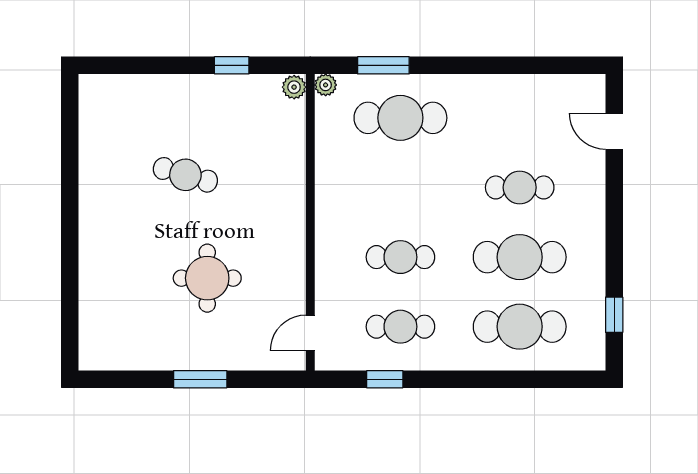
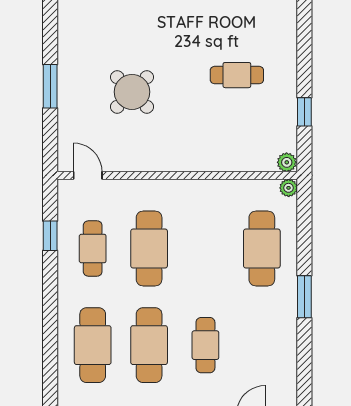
window: (383, 65) -> (304, 297), moved
cafe table: (185, 175) -> (237, 75), moved, turned 74
cafe table: (400, 257) -> (149, 249), width x1.37, depth x1.35
round table: (207, 278) -> (132, 92), turned 45

